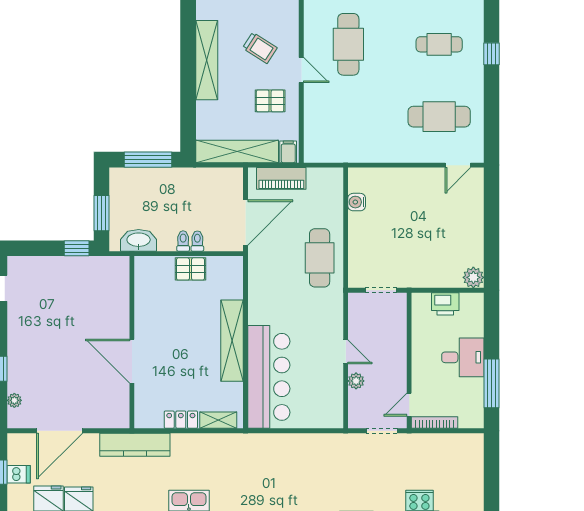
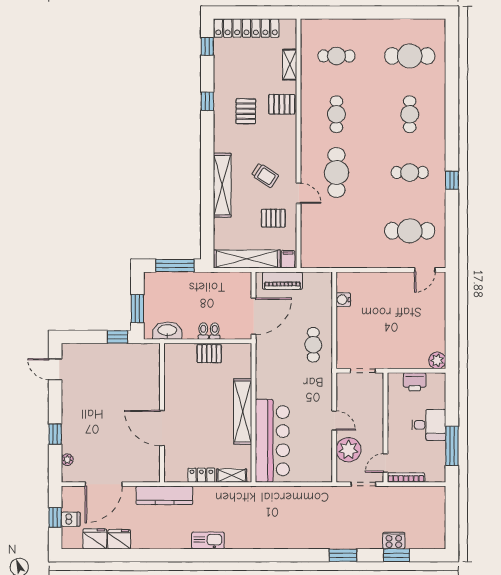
cafe table: (320, 258) -> (313, 345), width x0.73, depth x0.74
plant: (356, 381) -> (348, 450), width x1.88, depth x1.88

